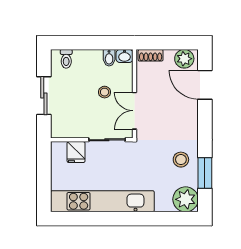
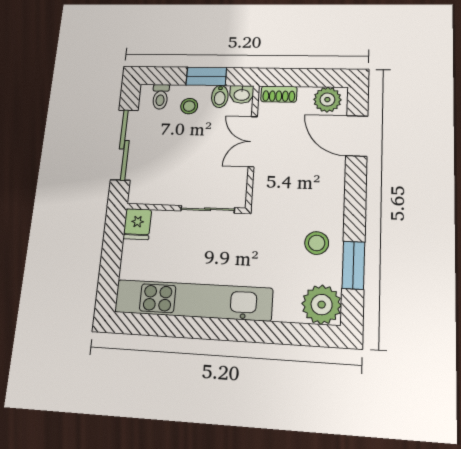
window: (98, 43) -> (206, 76), added
stool: (105, 92) -> (189, 106), moved
sliding door: (44, 96) -> (124, 145), width x1.37
double door: (134, 111) -> (253, 142), moved
fridge: (76, 152) -> (137, 224), moved

